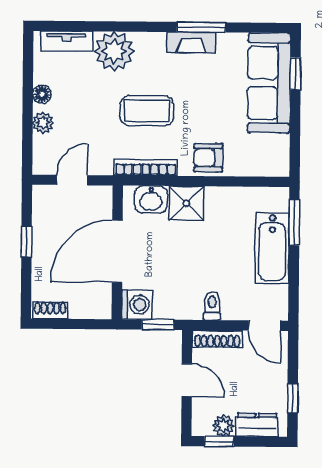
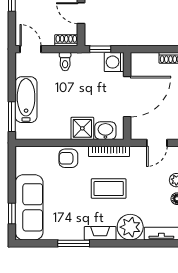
fireplace: (191, 43) -> (100, 233), moved
armchair: (208, 158) -> (68, 158), turned 180
shoe rack: (217, 339) -> (66, 40), width x0.70

